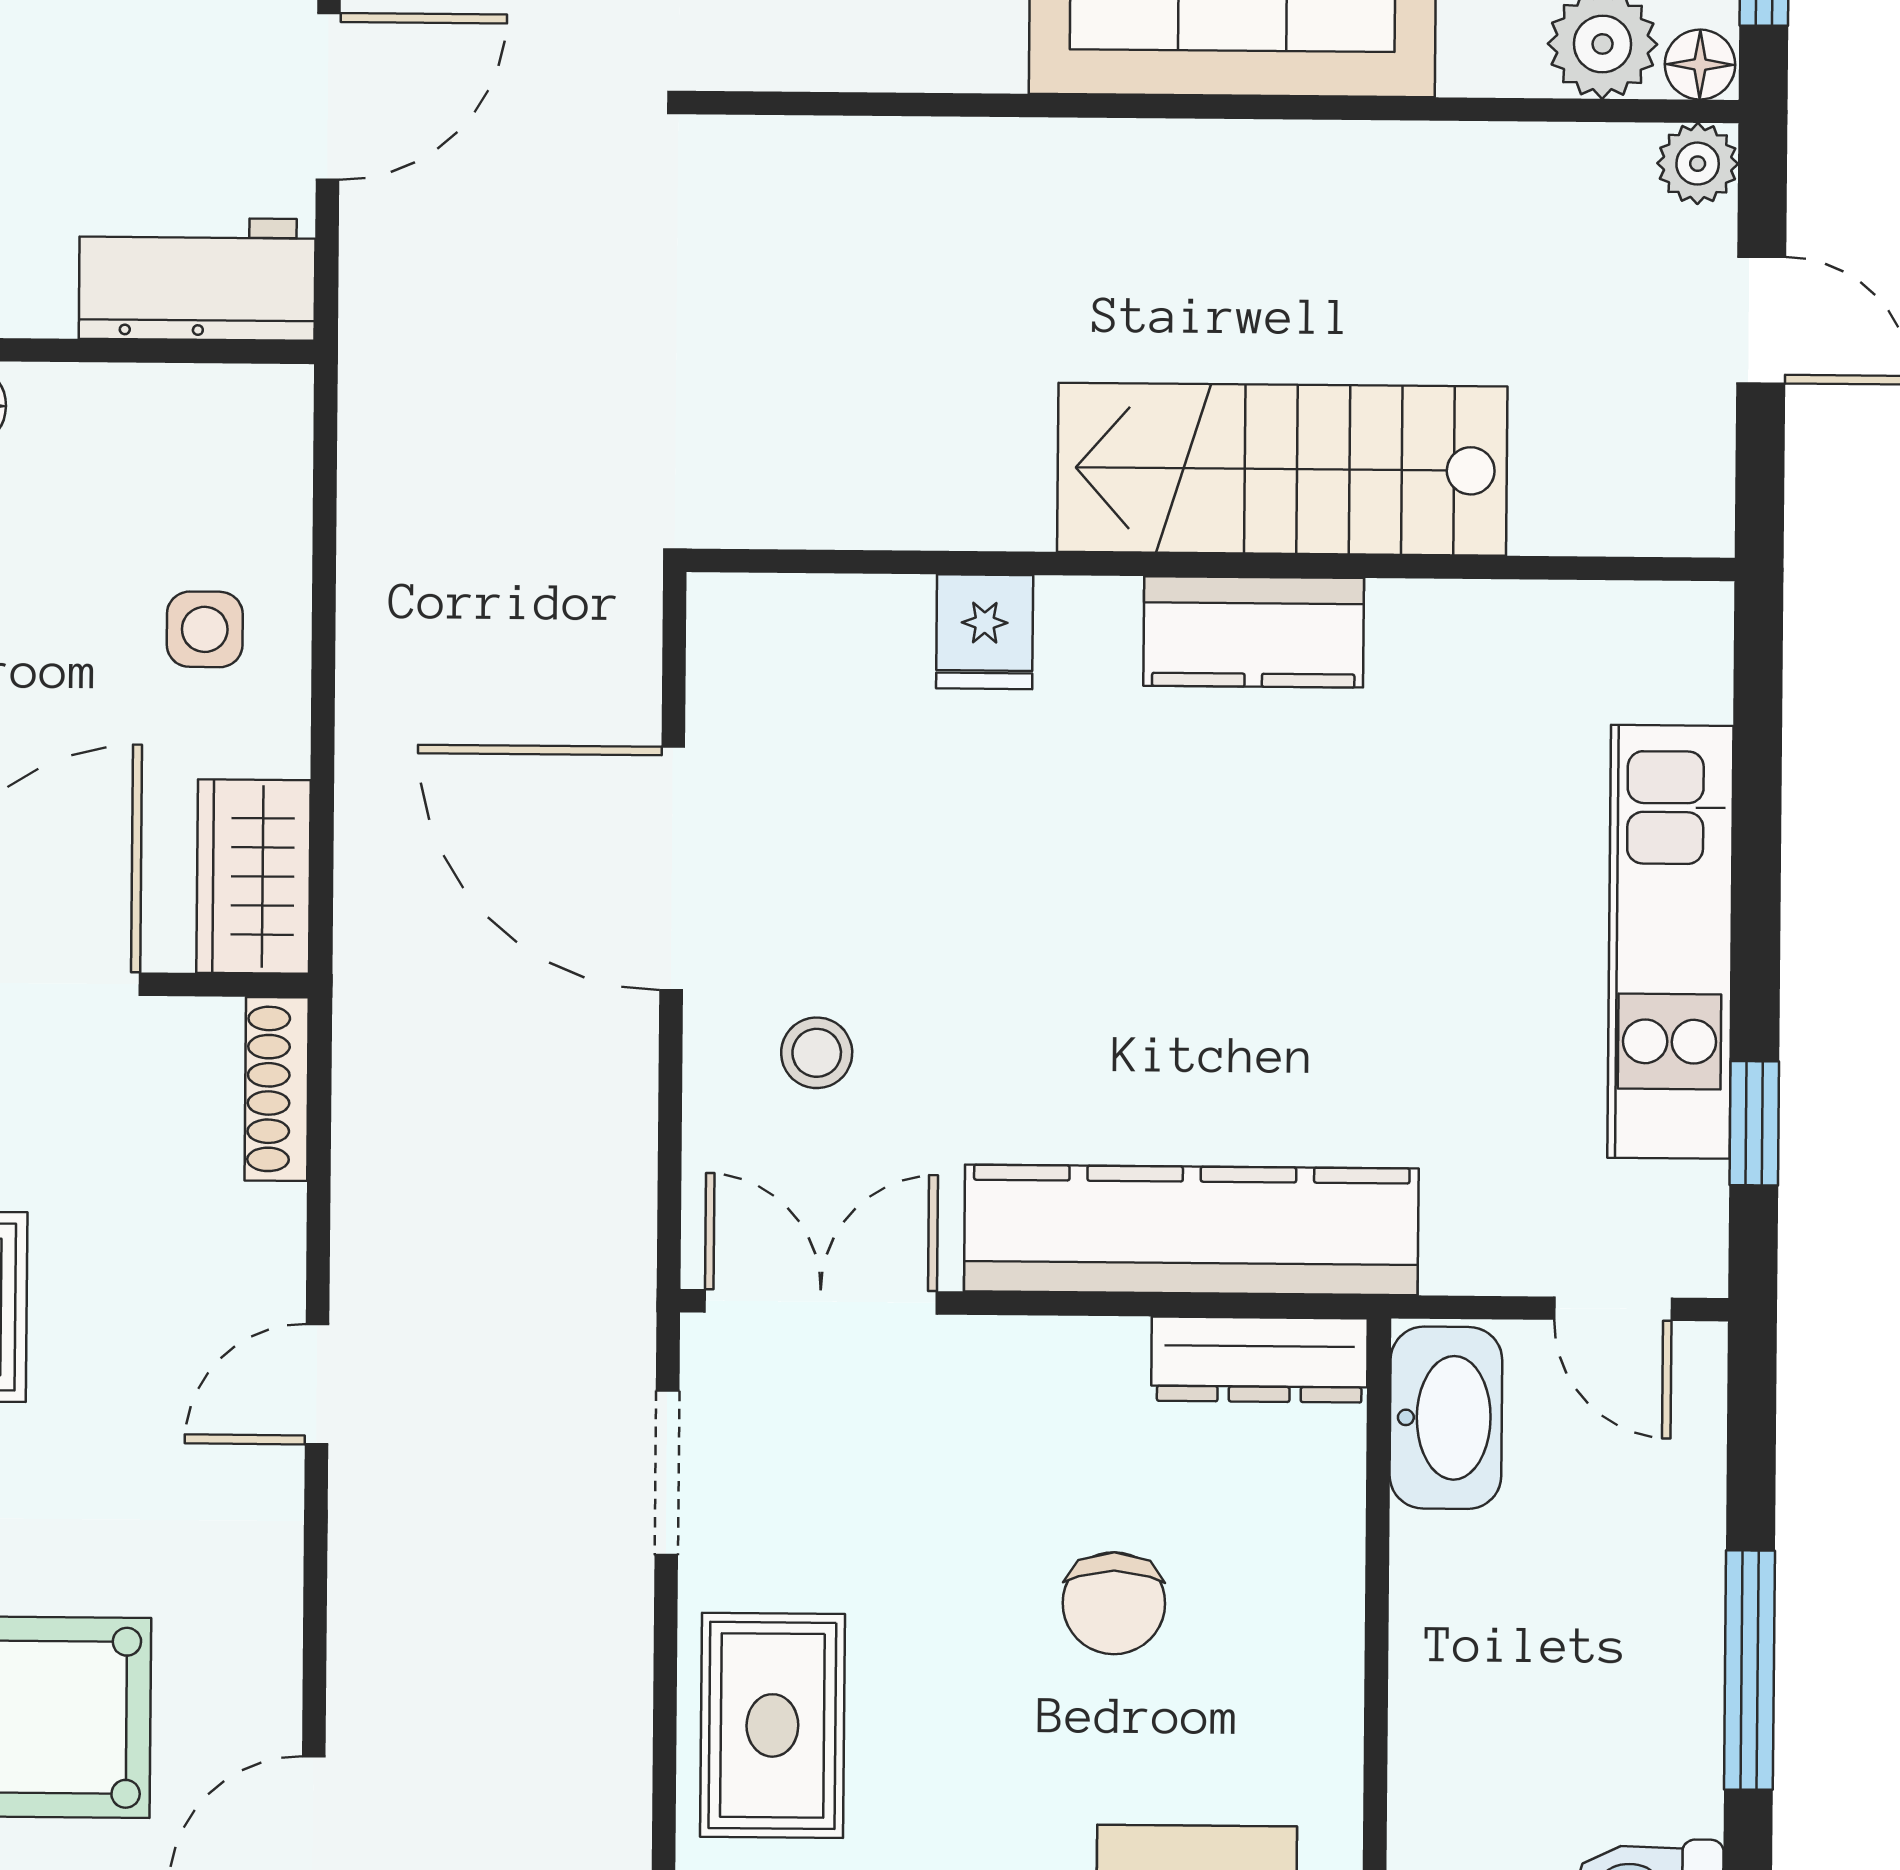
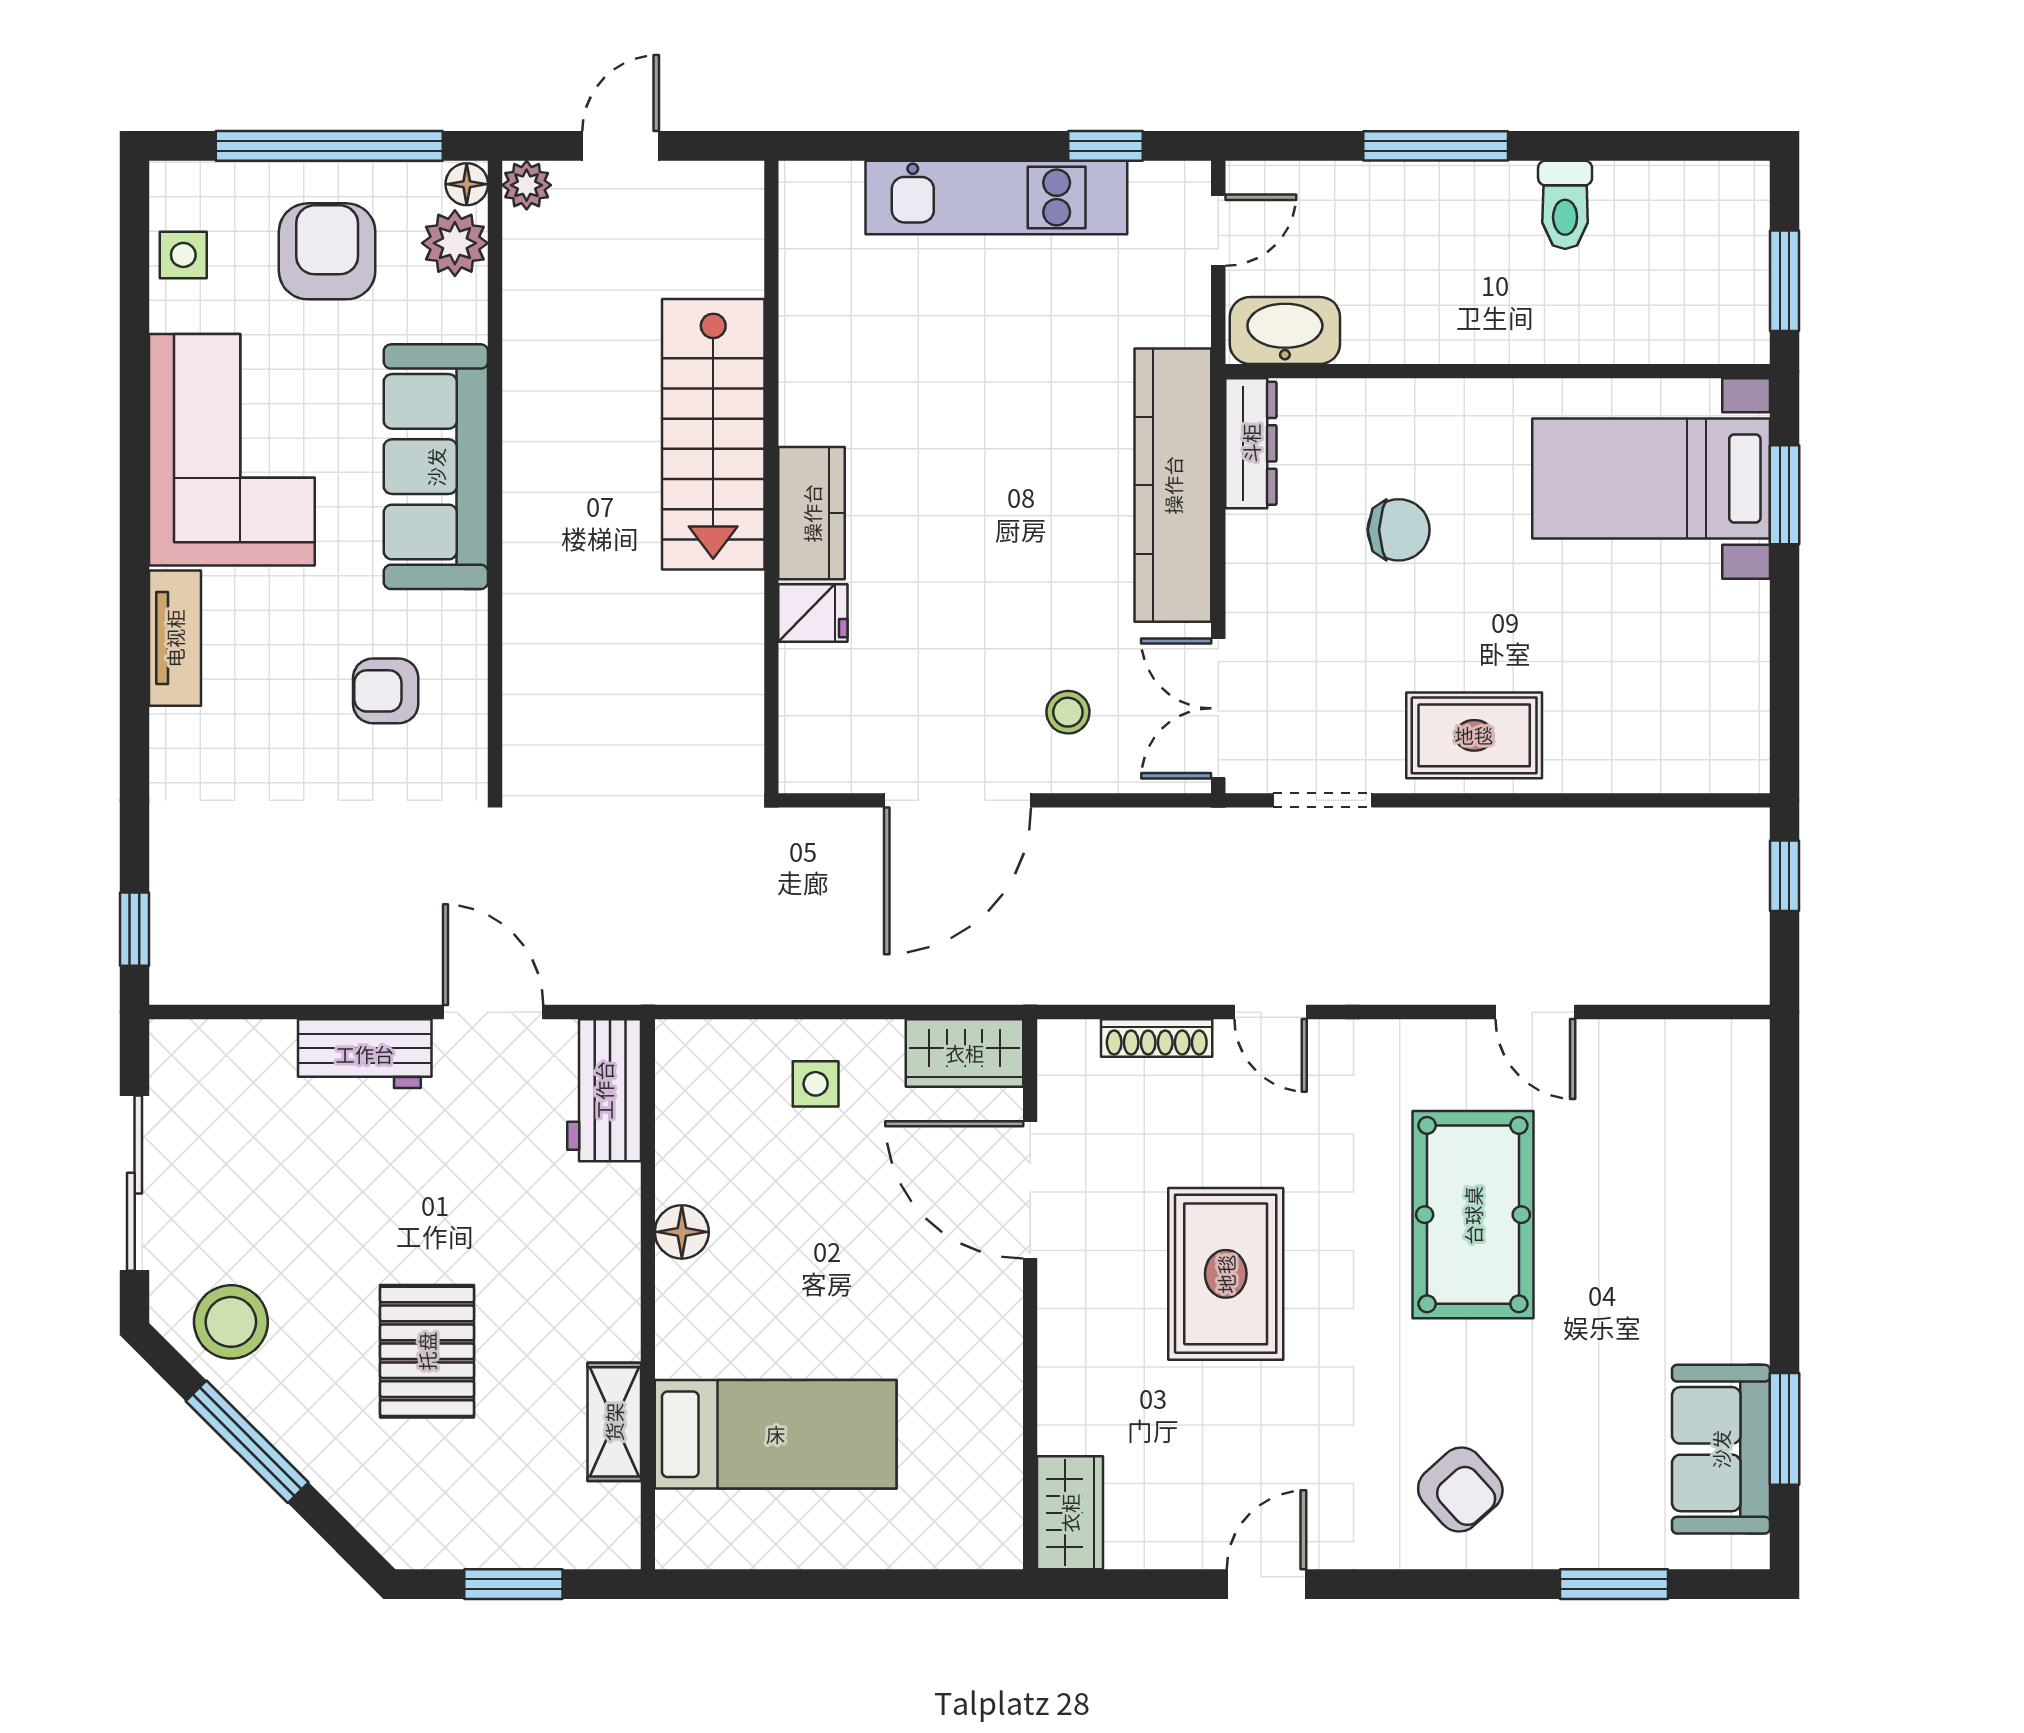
kitchen counter: (1254, 632) -> (812, 513), moved
shoe rack: (277, 1089) -> (1157, 1038), moved

